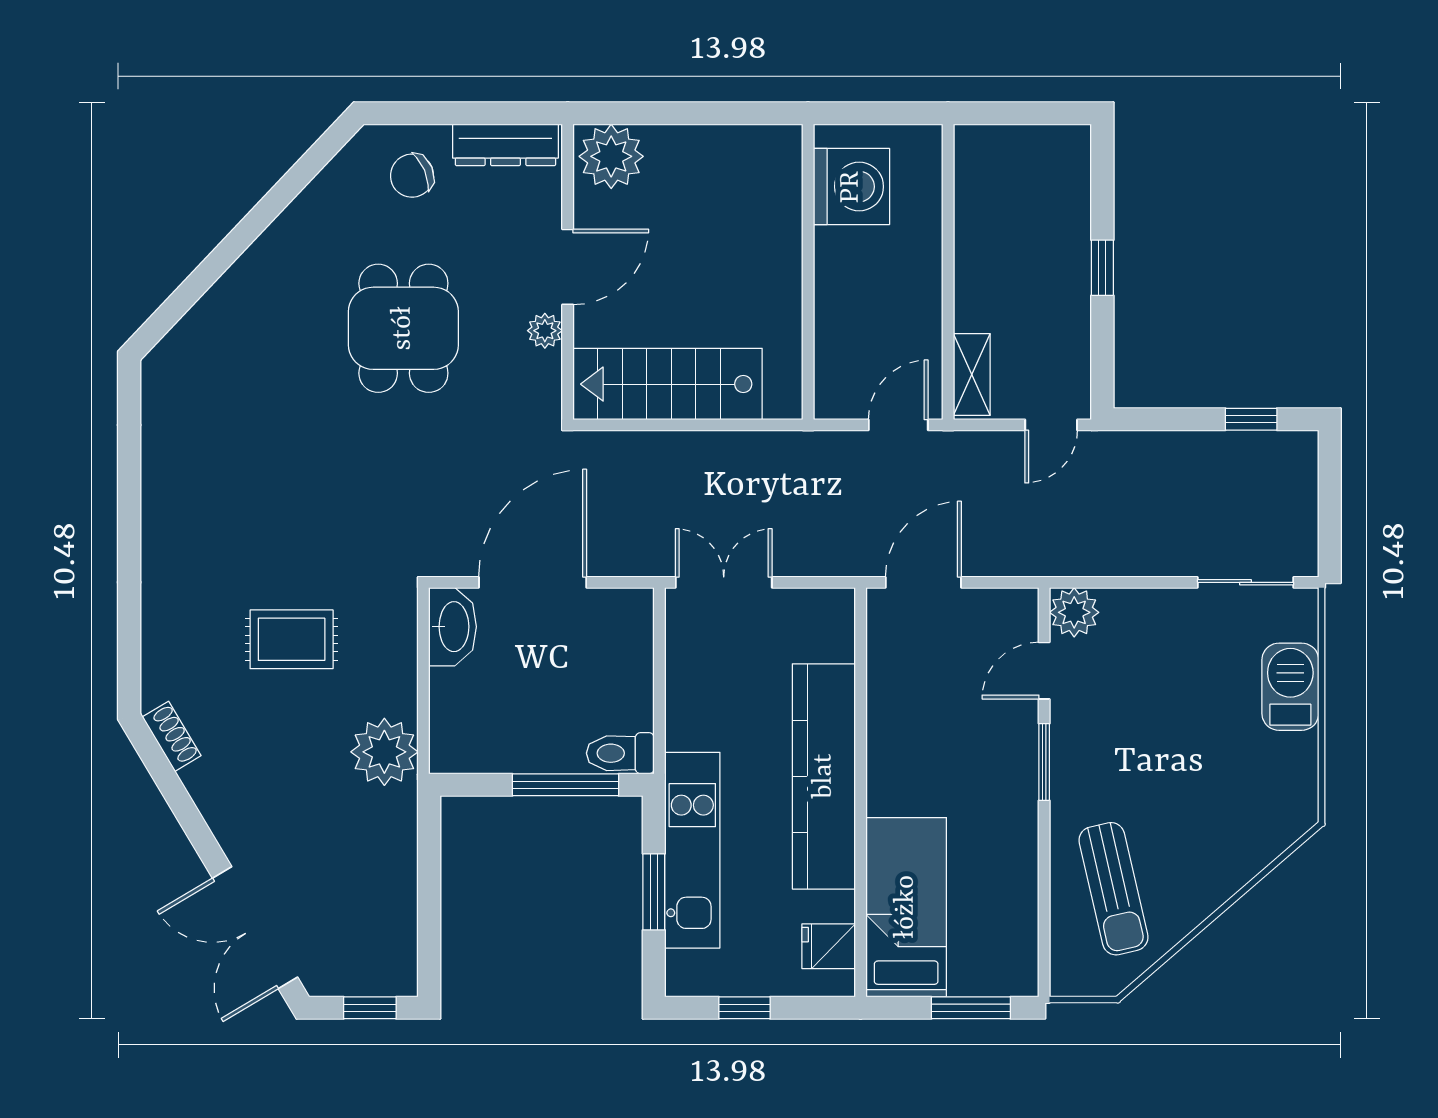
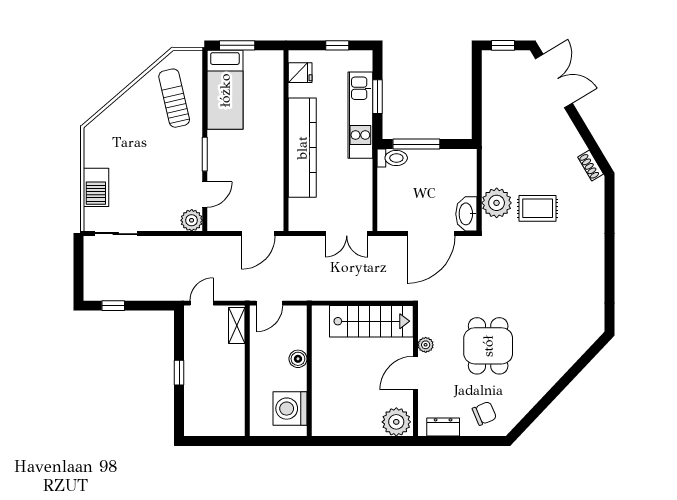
dresser: (505, 145) -> (443, 427), width x0.70
boiler: (833, 299) -> (298, 359), added
plant: (384, 752) -> (497, 203), moved
bed: (906, 907) -> (225, 90), moved

